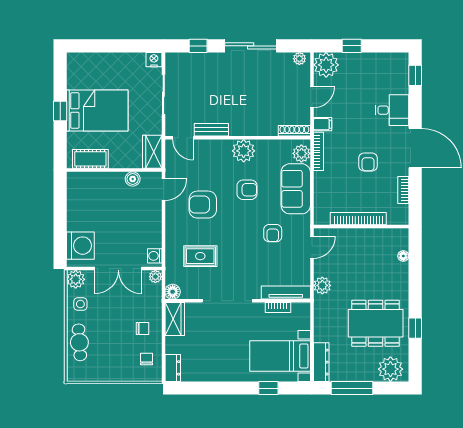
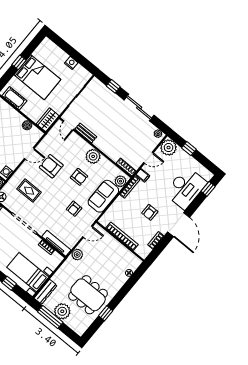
nightstand: (154, 60) -> (71, 63), moved
desk: (392, 110) -> (186, 188), width x1.87, depth x1.30
door: (163, 190) -> (29, 153), moved
plant: (390, 369) -> (62, 311), moved

